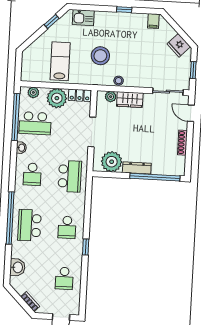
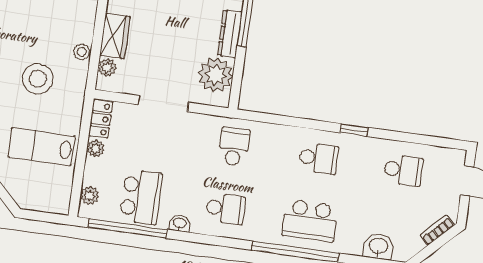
plant: (57, 98) -> (96, 148), width x0.53, depth x0.53
school desk: (70, 176) -> (234, 147), width x0.54

